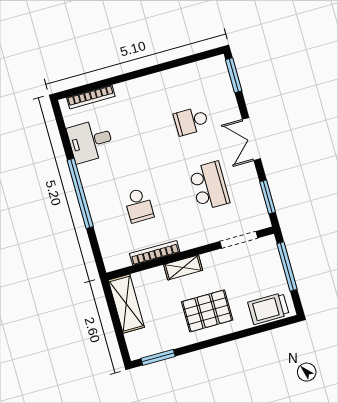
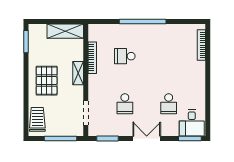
school desk: (191, 121) -> (169, 104), turned 180
desk: (90, 141) -> (192, 123), moved, turned 180
school desk: (209, 186) -> (125, 104), width x0.54

